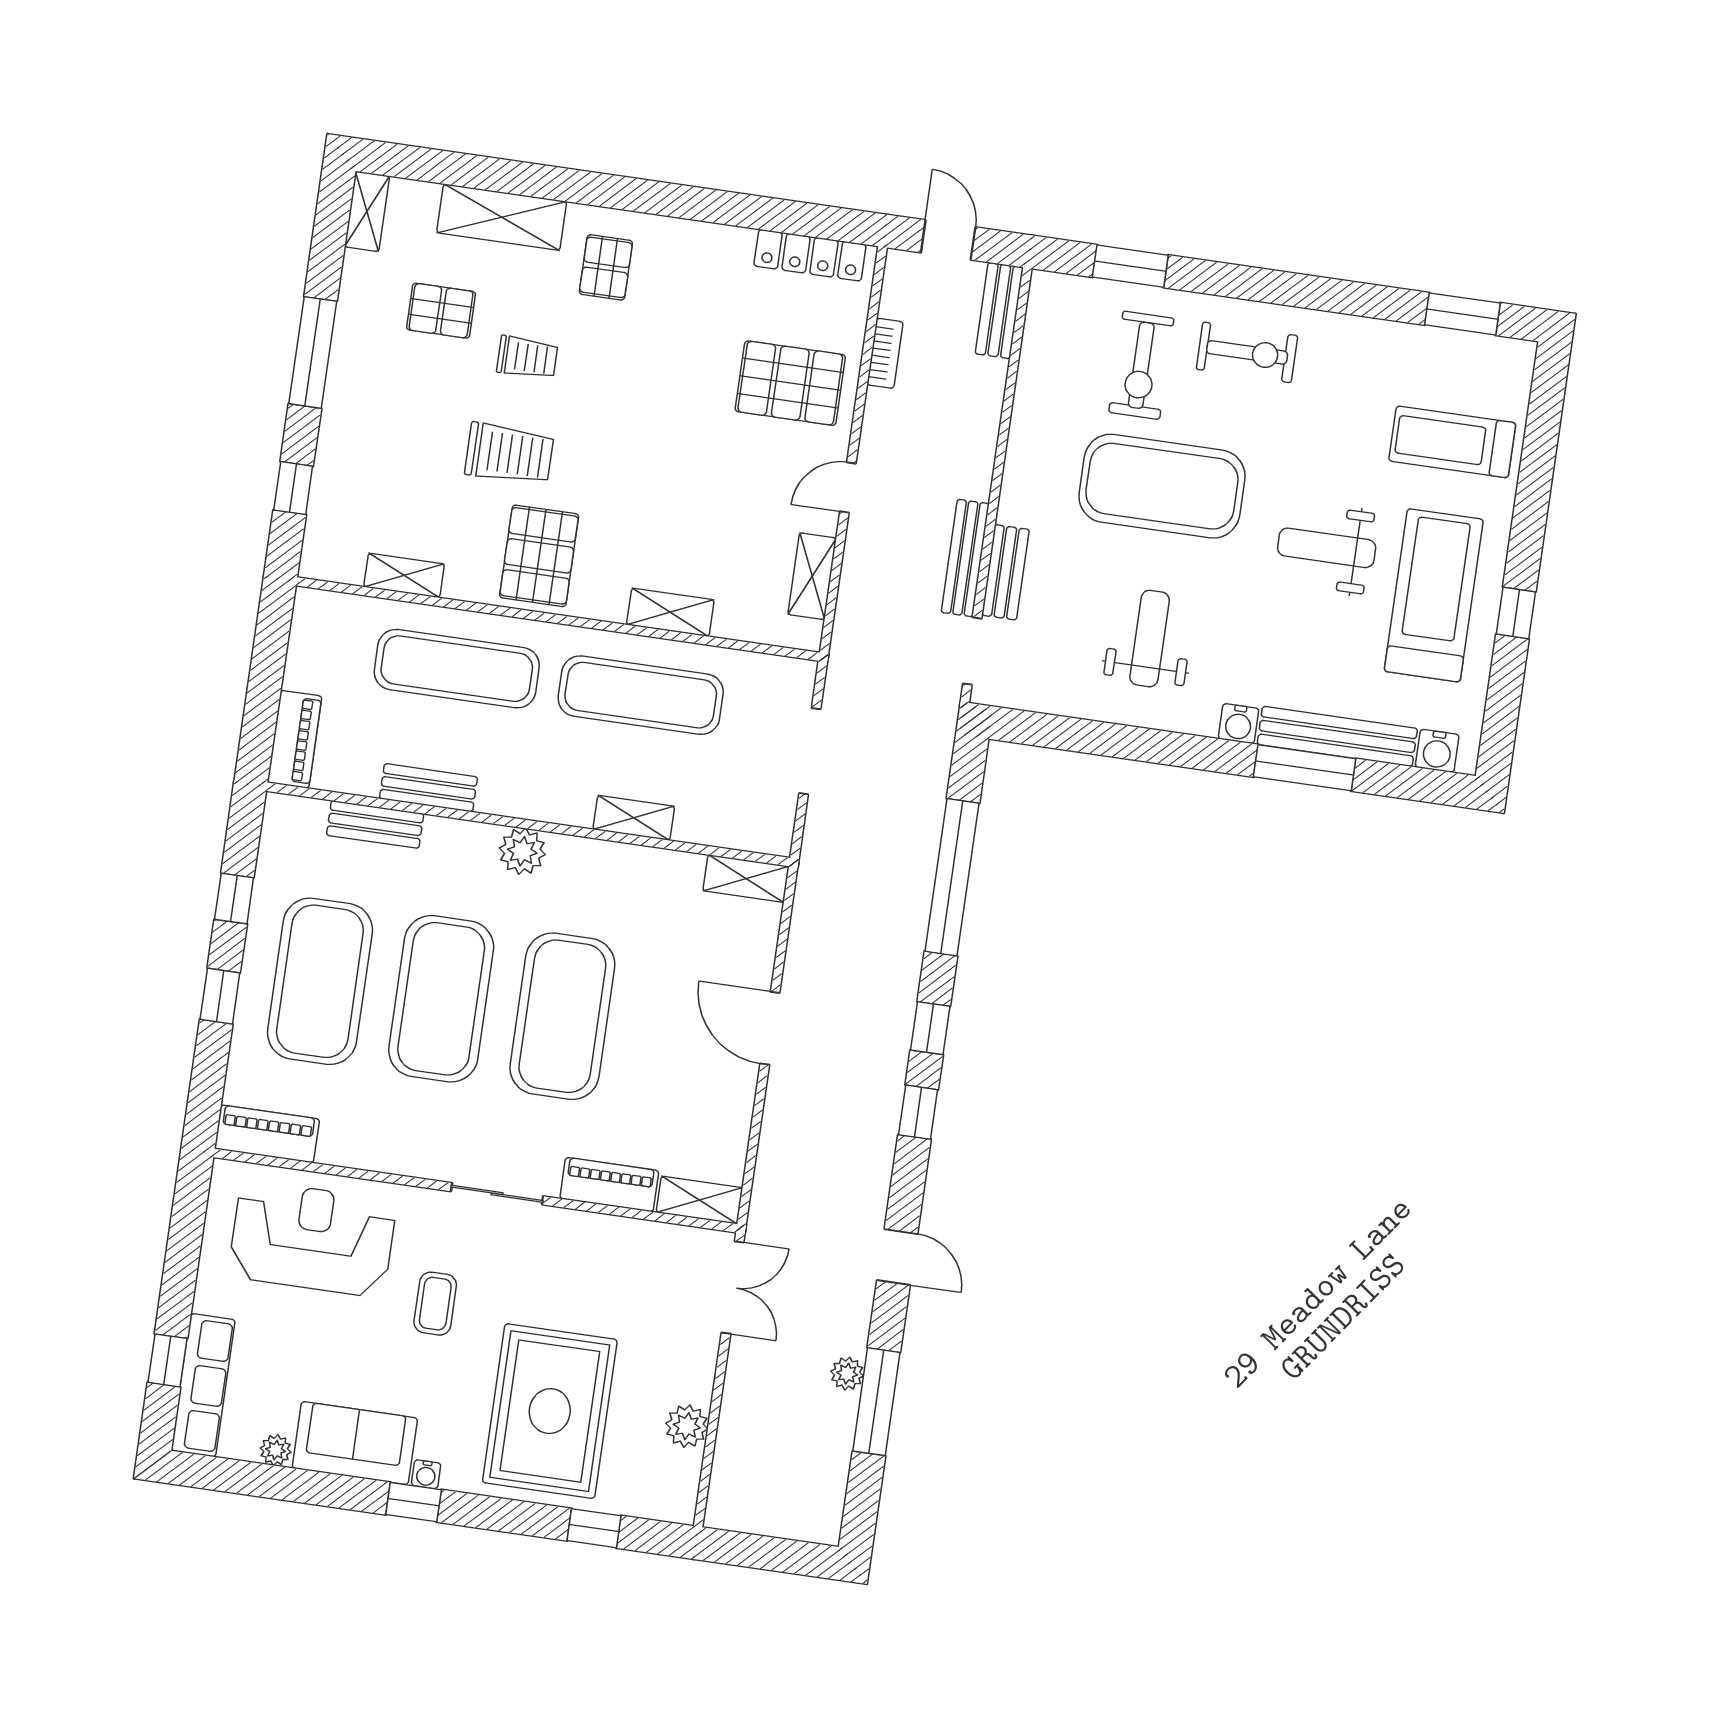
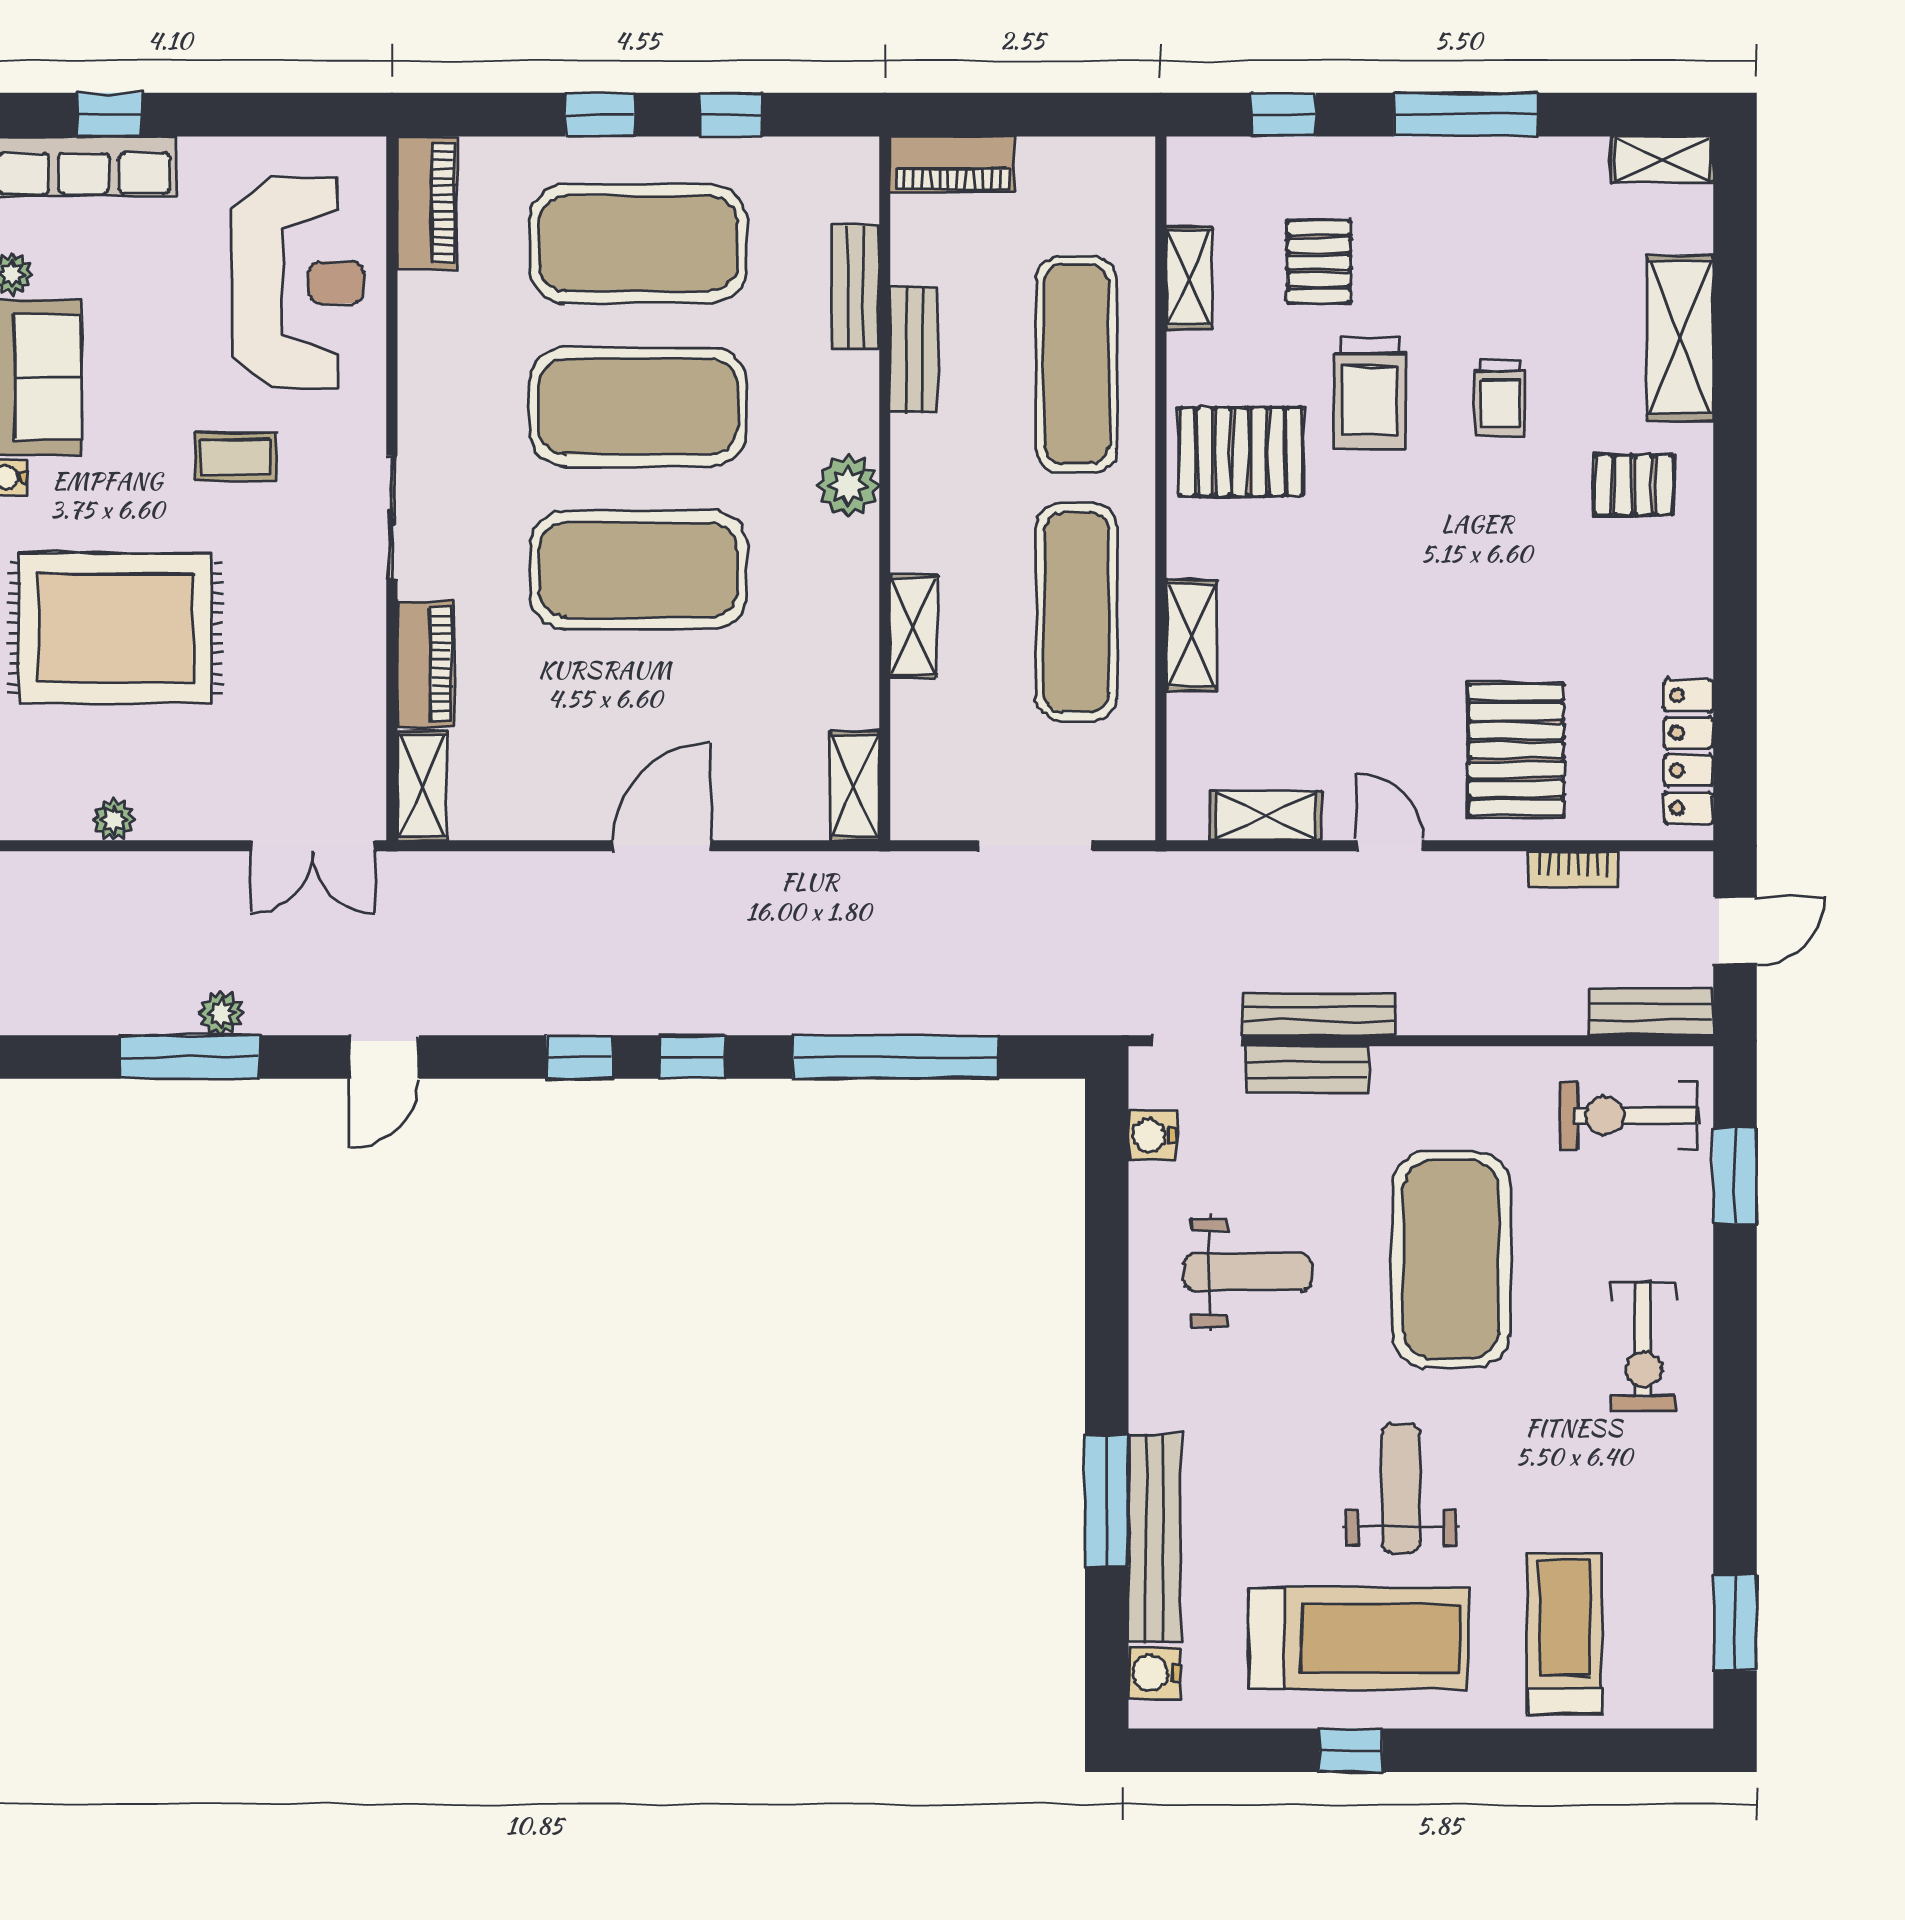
pallet: (441, 311) -> (1319, 262), moved
exercise bike: (1141, 365) -> (1629, 1116), moved
water cooler: (1239, 724) -> (1152, 1135), moved
plant: (687, 1426) -> (114, 820), width x0.73, depth x0.73

